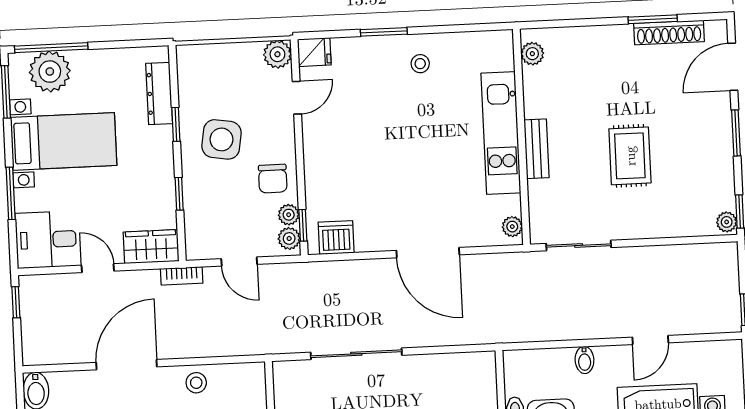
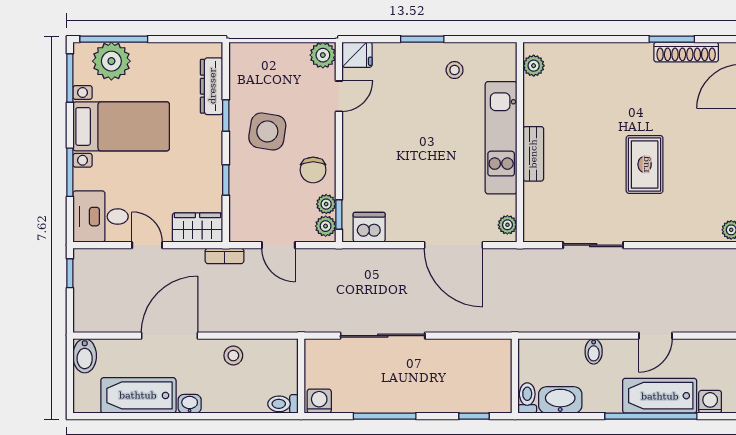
plant: (532, 54) -> (534, 66), moved
kitchen unit: (501, 133) -> (501, 138), moved
wall: (521, 137) -> (520, 142), moved
bench: (537, 149) -> (533, 154), moved
plant: (512, 227) -> (507, 225), moved

